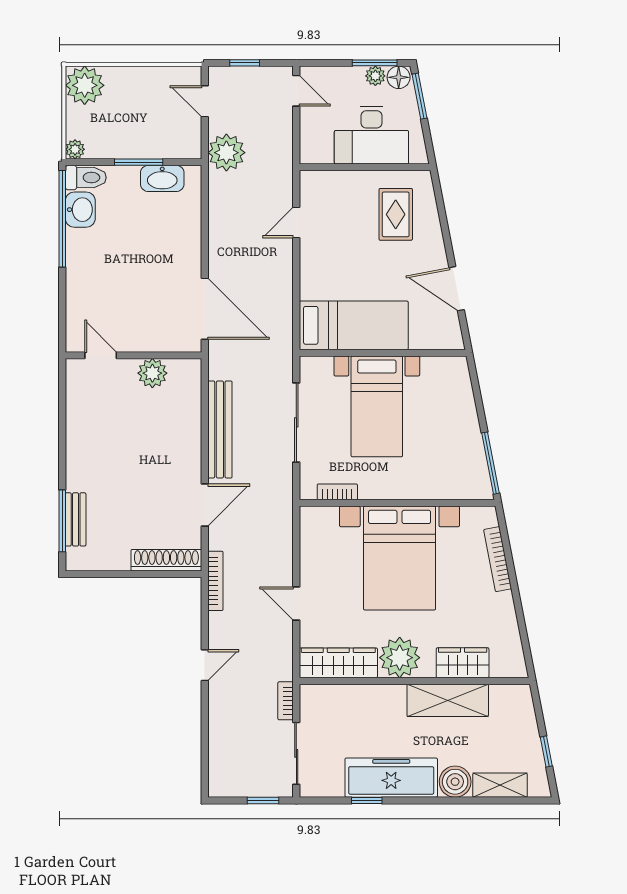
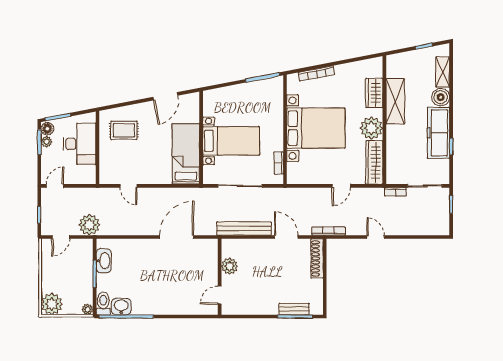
door: (101, 355) -> (220, 295), moved
wall: (133, 355) -> (220, 277), moved
plant: (152, 373) -> (230, 266), moved

